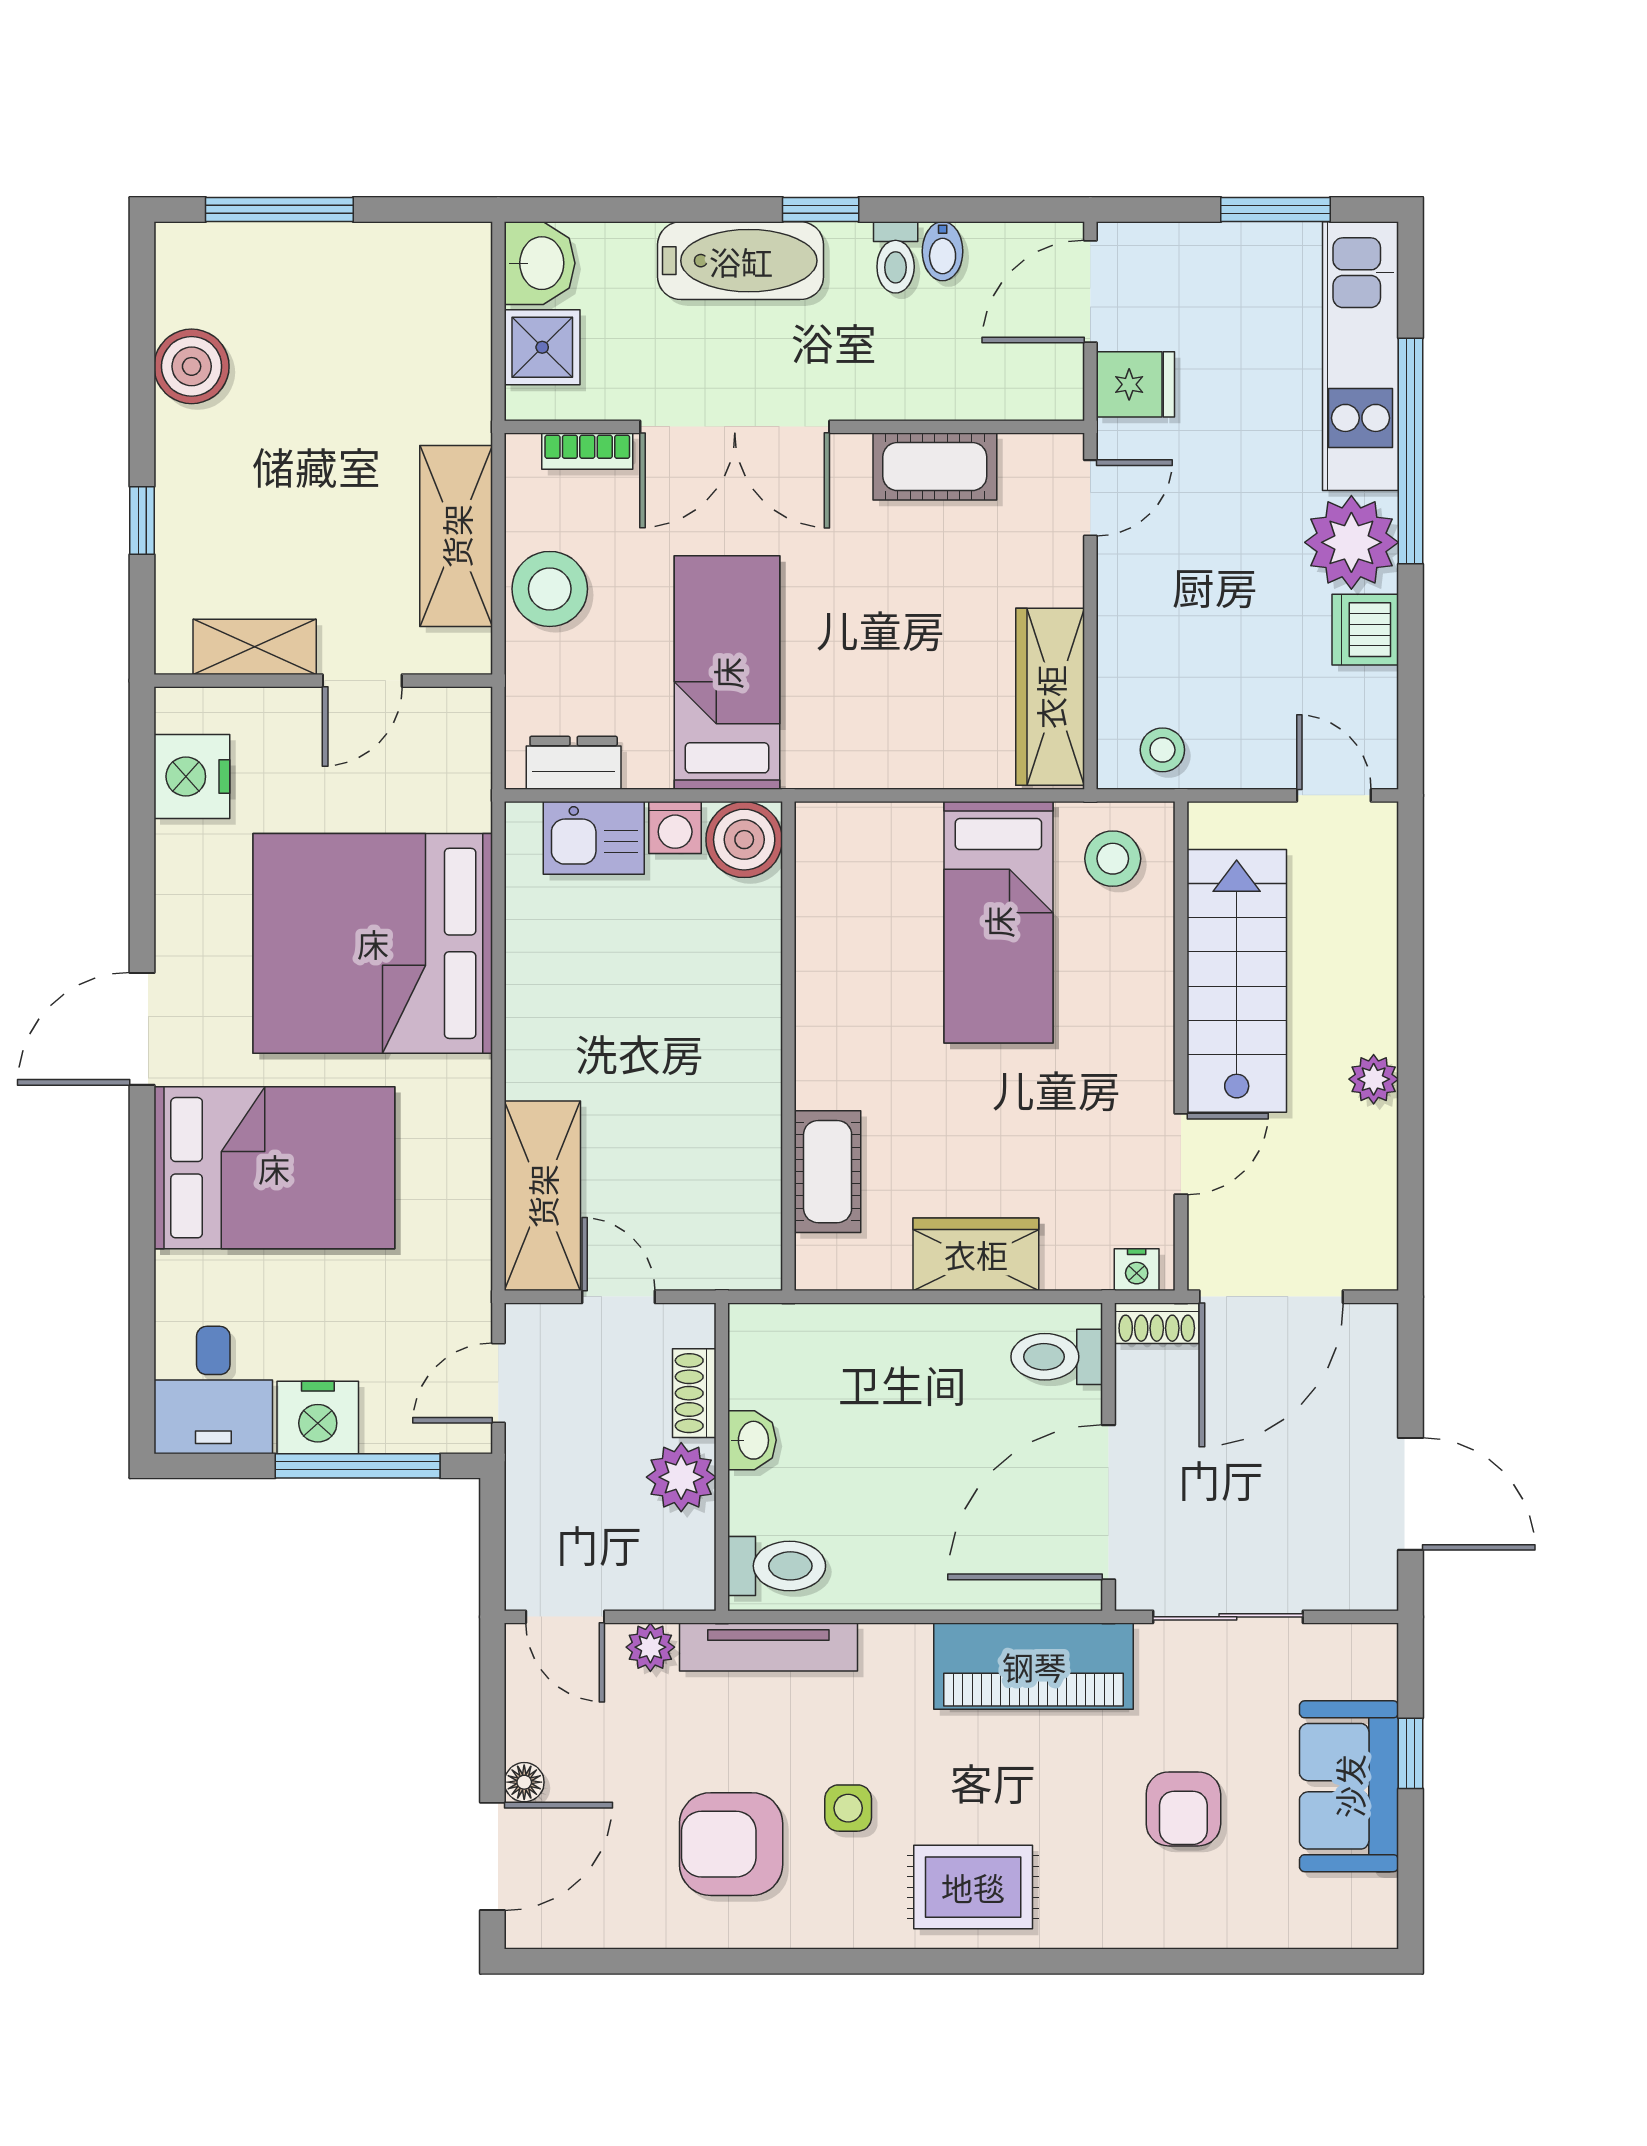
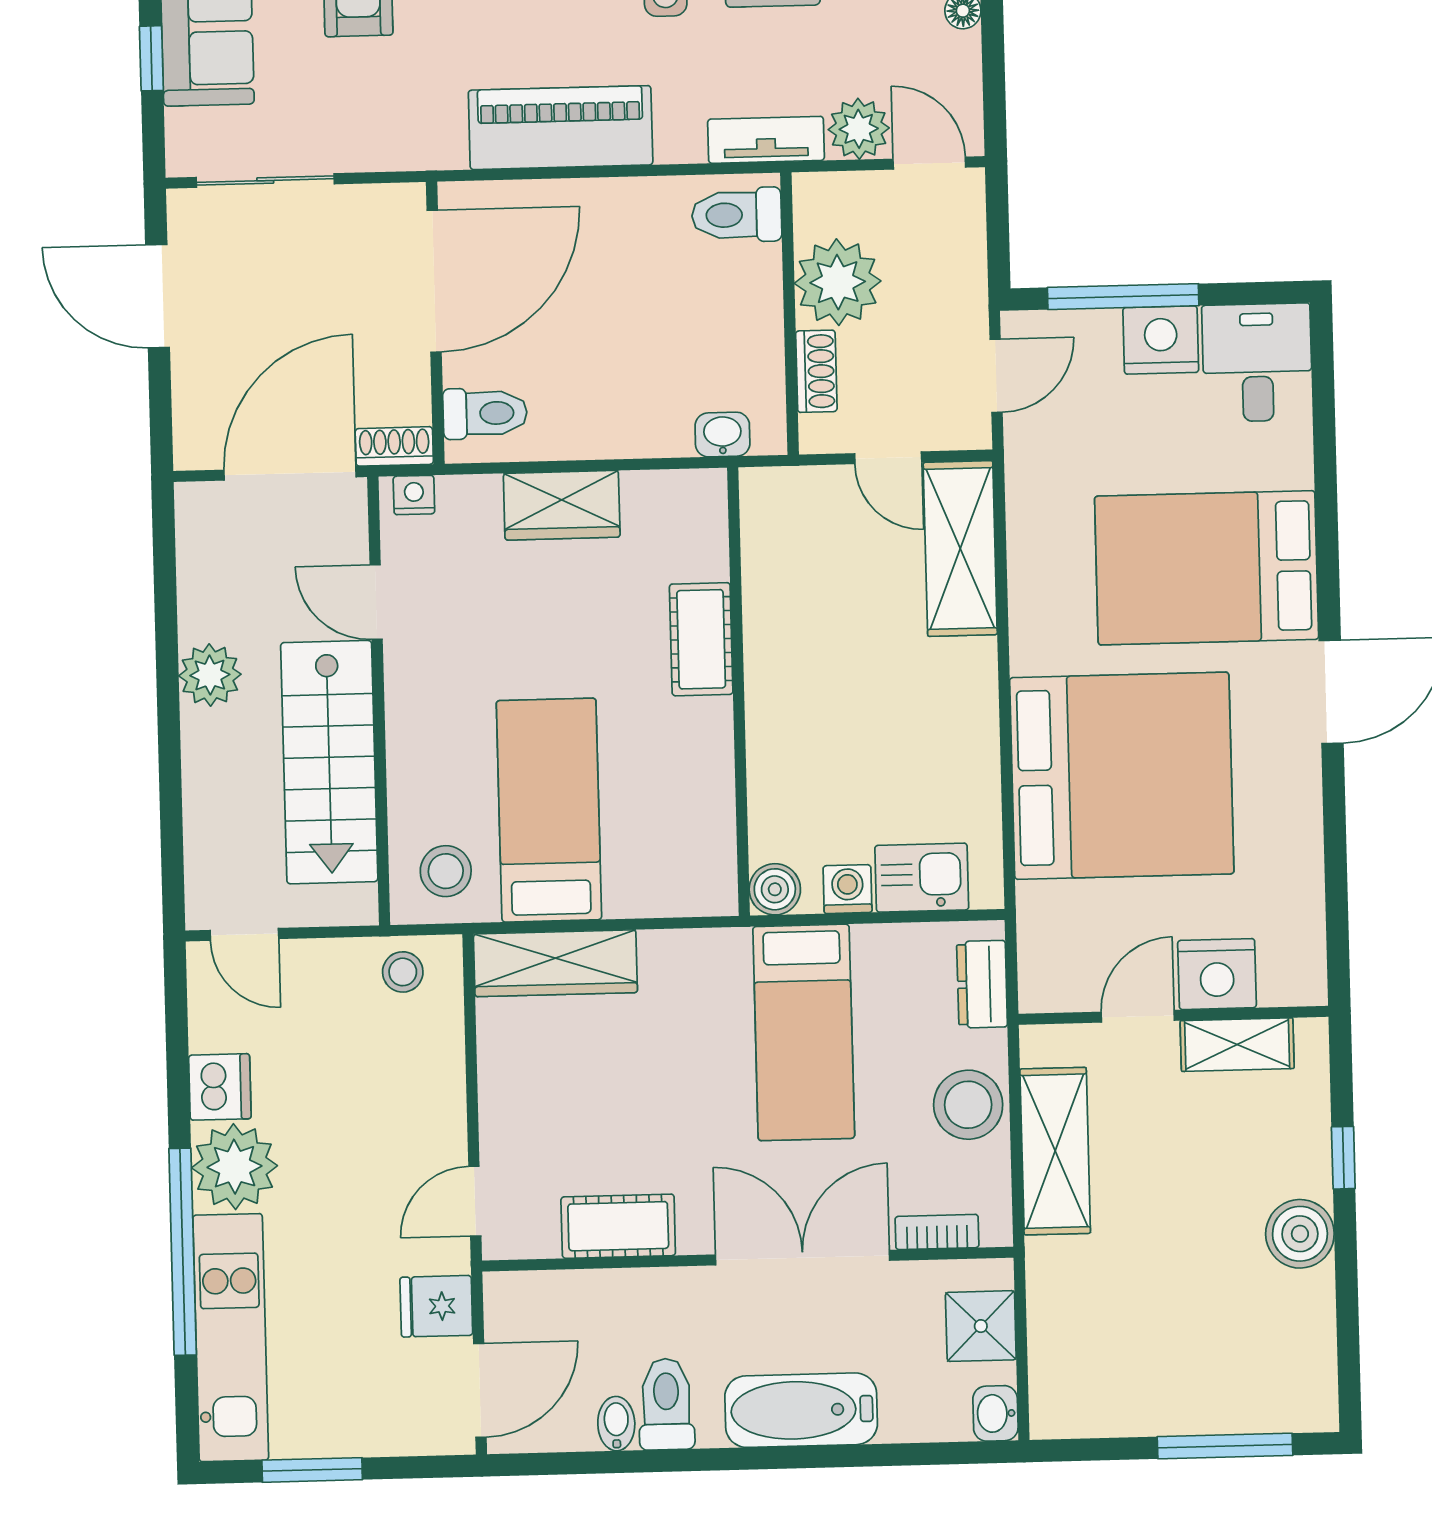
window: (821, 209) -> (729, 1459), removed
toilet: (896, 257) -> (666, 1404), width x1.37, depth x1.39
washbasin: (540, 263) -> (995, 1413), width x0.72, depth x0.69
boiler: (192, 366) -> (1300, 1234), moved
wardrobe: (1050, 697) -> (555, 963), moved, turned 90
dresser: (574, 763) -> (982, 984), moved, turned 90
nightstand: (192, 776) -> (1217, 974), moved, turned 90
boiler: (744, 840) -> (775, 889), width x0.73, depth x0.73
plant: (1374, 1079) -> (210, 675), width x1.38, depth x1.38
door: (1181, 1154) -> (376, 602), hinge flipped
cot: (828, 1172) -> (701, 639), moved
washbasin: (752, 1440) -> (722, 435), moved, turned 90
plant: (681, 1477) -> (838, 282), width x1.36, depth x1.36
sliding door: (1228, 1617) -> (265, 181), moved
plant: (650, 1647) -> (859, 129), width x1.38, depth x1.38
tv unit: (768, 1647) -> (766, 140), width x0.71
piano: (1034, 1666) -> (561, 128), moved

